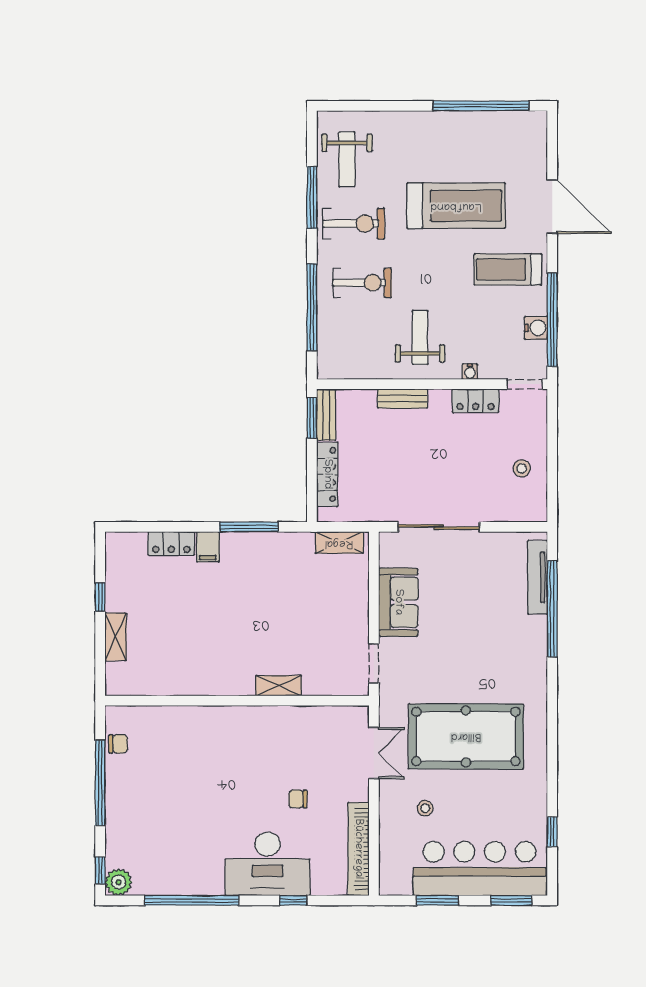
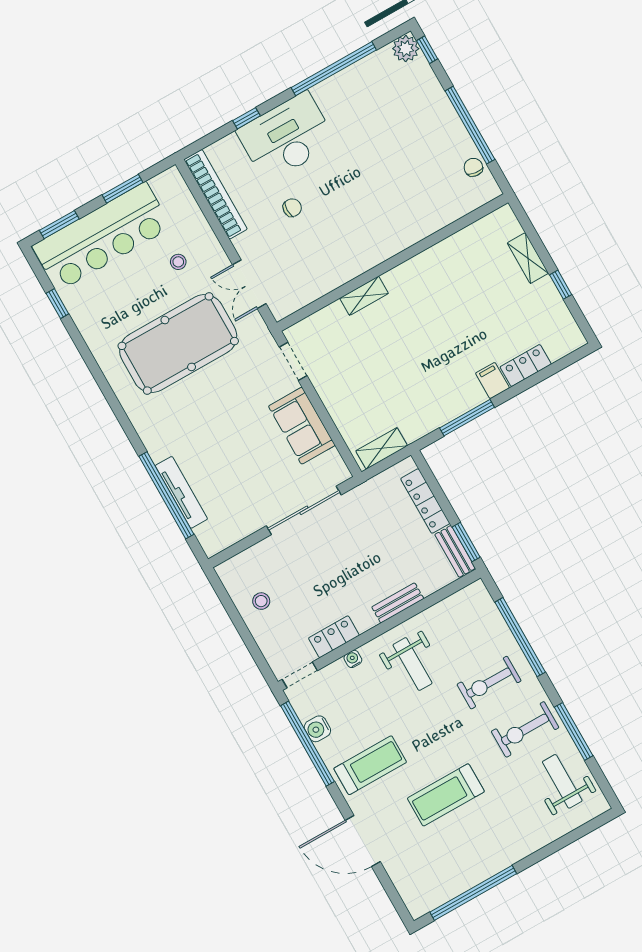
treadmill: (456, 206) -> (446, 795), width x0.73, depth x0.73
tv unit: (538, 577) -> (181, 492), moved
chair: (118, 744) -> (473, 167), turned 97

